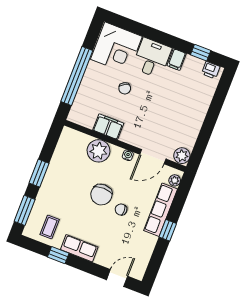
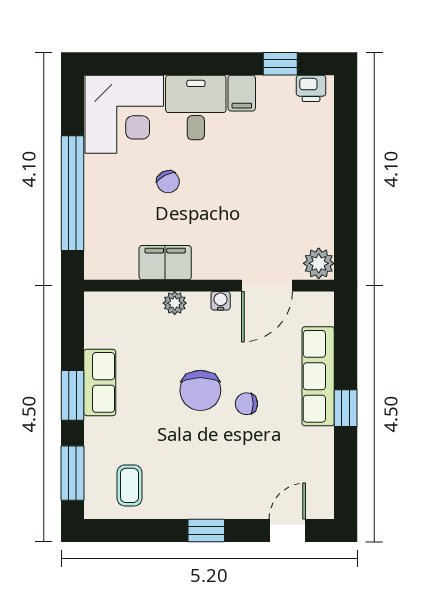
plant: (99, 151) -> (175, 303), width x0.53, depth x0.53
plant: (175, 180) -> (323, 313), removed
row of seats: (79, 248) -> (100, 382), moved, turned 90
window: (58, 255) -> (206, 530), moved

